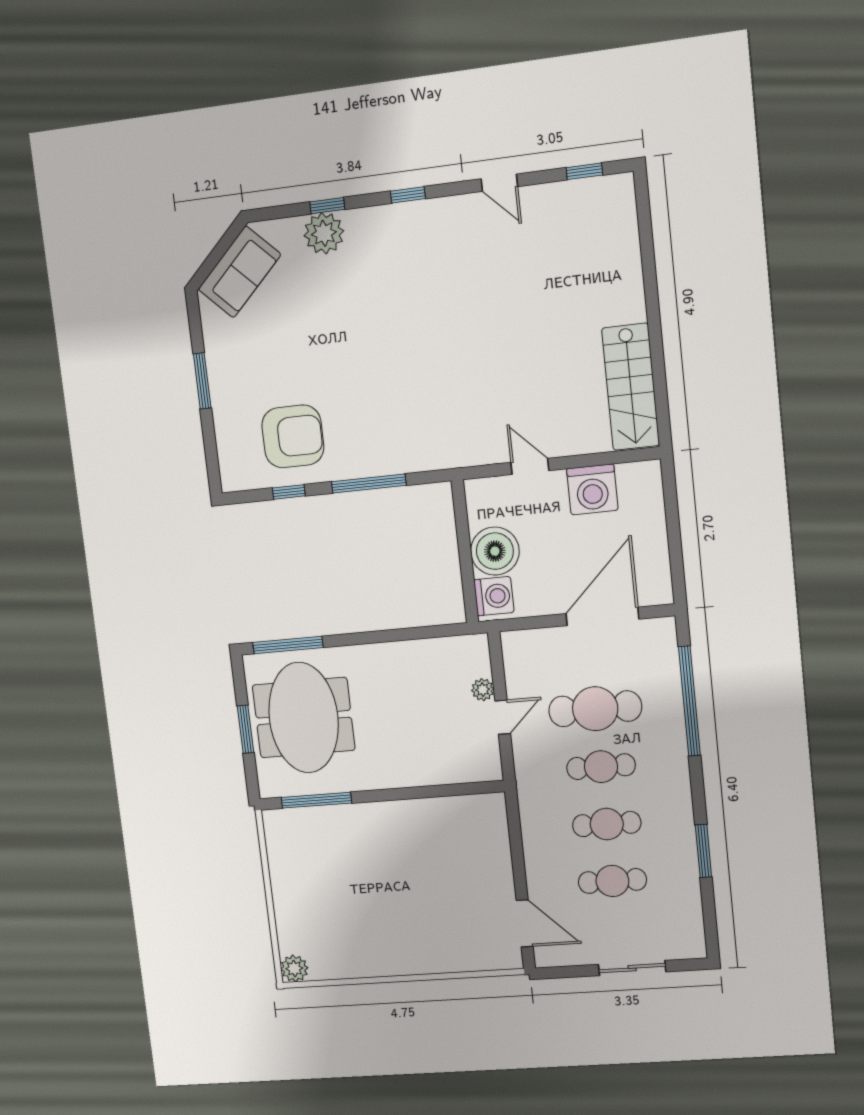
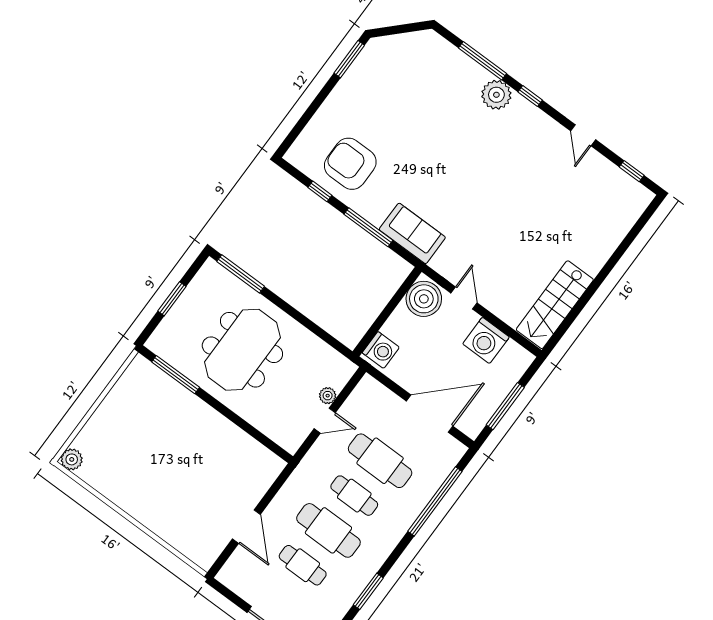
window: (327, 206) -> (483, 61), width x2.17
plant: (324, 233) -> (496, 95), moved
sofa: (239, 272) -> (412, 233), moved, turned -135
window: (202, 381) -> (349, 59), moved
armchair: (293, 436) -> (350, 164), turned 180
window: (674, 539) -> (505, 406), added
boiler: (495, 551) -> (424, 299), moved
meeting table: (304, 718) -> (242, 350), moved
cafe table: (607, 824) -> (328, 530), width x1.37, depth x1.35
door: (525, 923) -> (246, 527), moved

